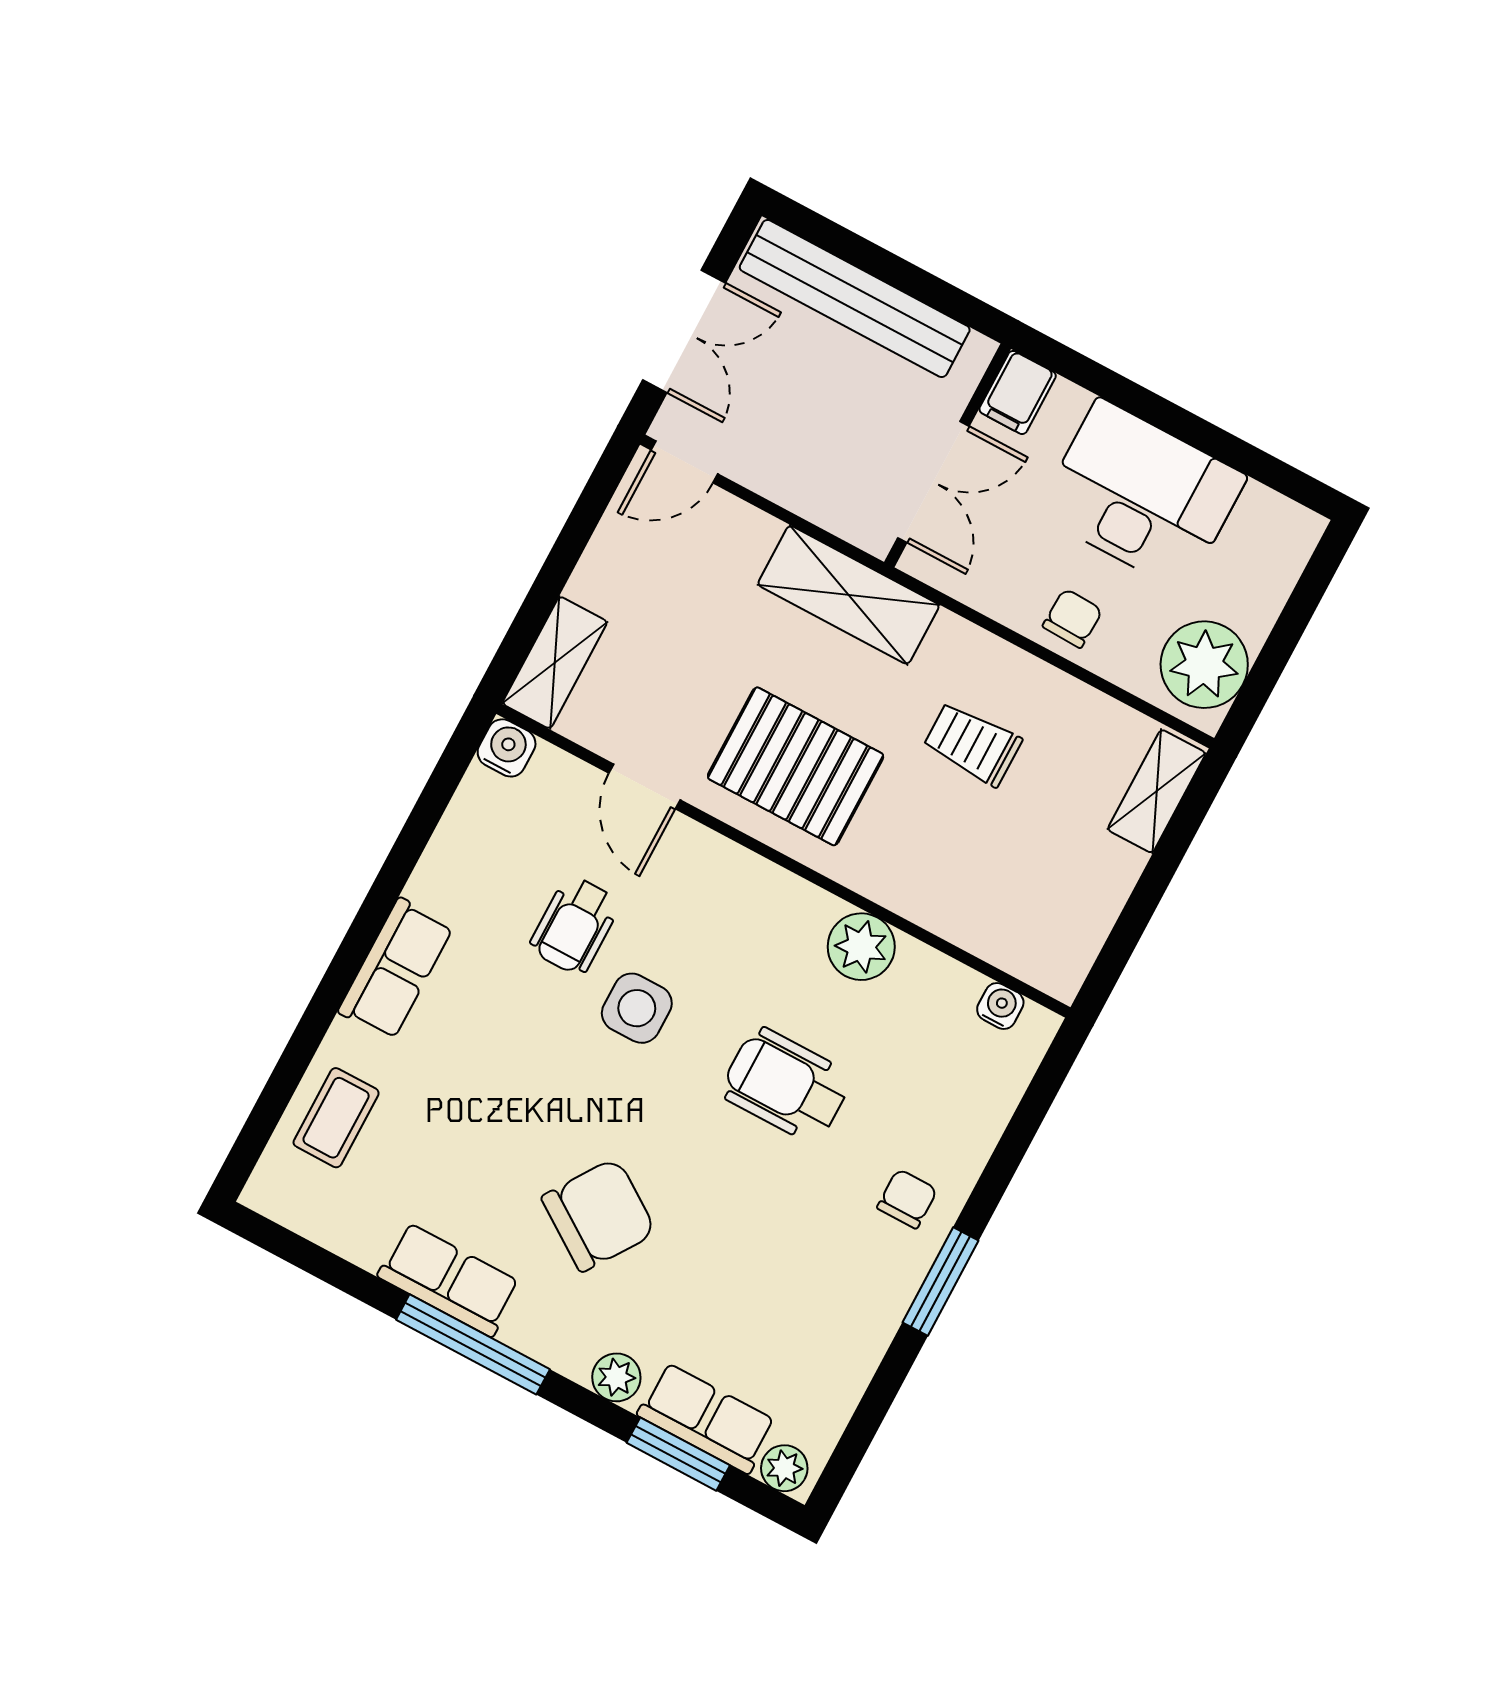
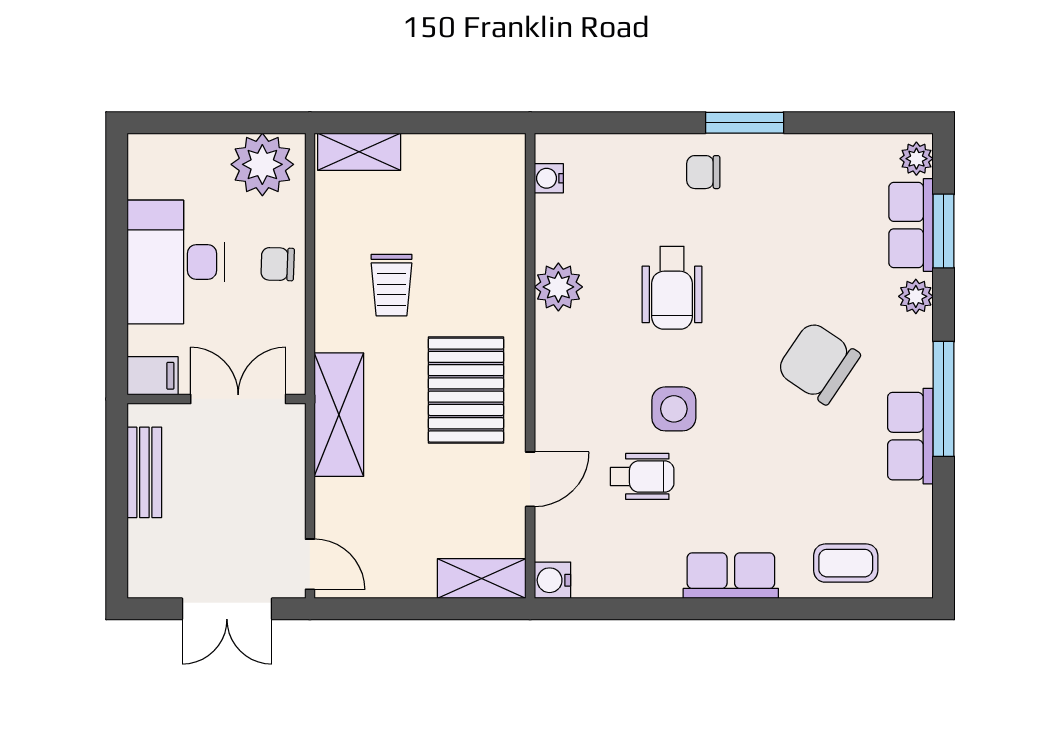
bench: (855, 298) -> (144, 472), width x0.54, depth x0.82
double door: (684, 331) -> (227, 609), swing flipped

